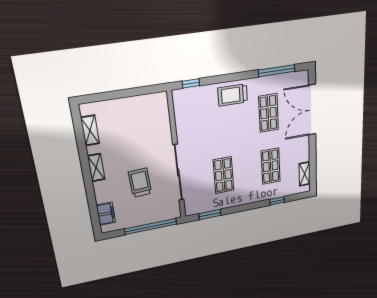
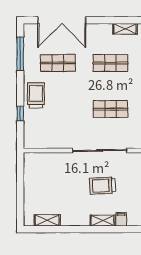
window: (191, 83) -> (20, 113), moved
trolley: (233, 95) -> (36, 95), turned 180
shelving: (96, 168) -> (103, 221), moved
filing cabinet: (106, 214) -> (121, 219), width x0.50

